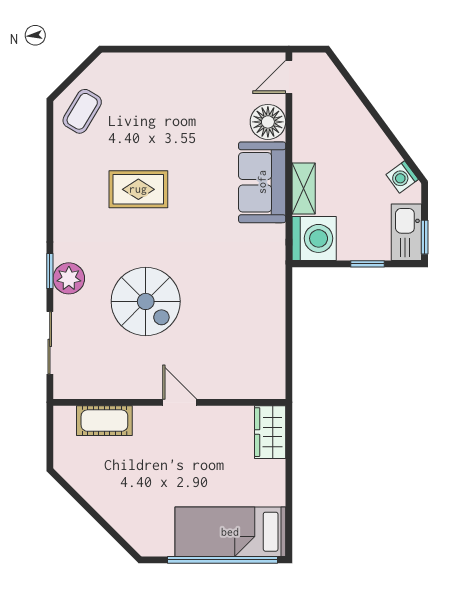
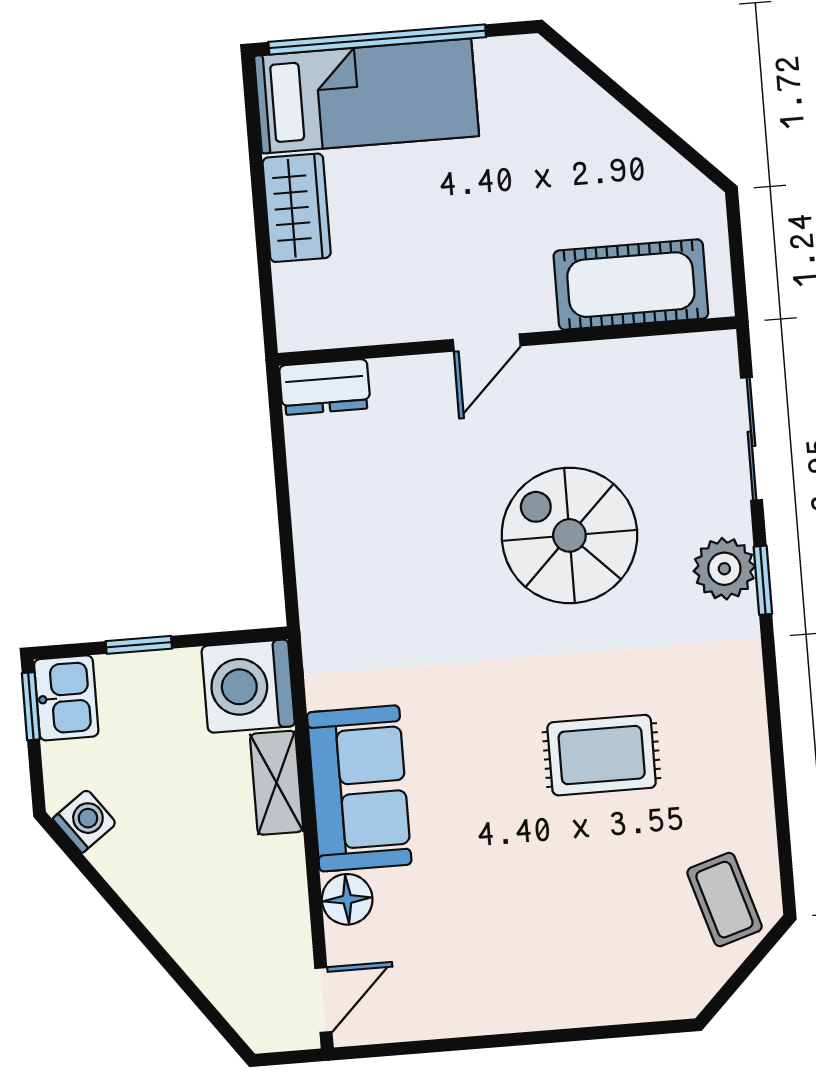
coffee table: (82, 111) -> (724, 900), turned -48
floor lamp: (268, 122) -> (347, 899), width x0.73, depth x0.73
kitchen sink: (406, 232) -> (66, 698), width x0.73
dresser: (263, 386) -> (325, 387), added
door: (180, 402) -> (487, 343), hinge flipped
cot: (104, 421) -> (631, 285), width x1.37, depth x1.34
wardrobe: (270, 432) -> (297, 208), moved

